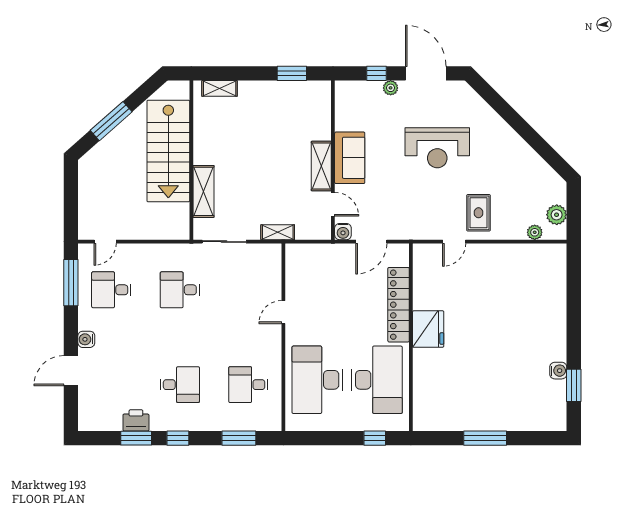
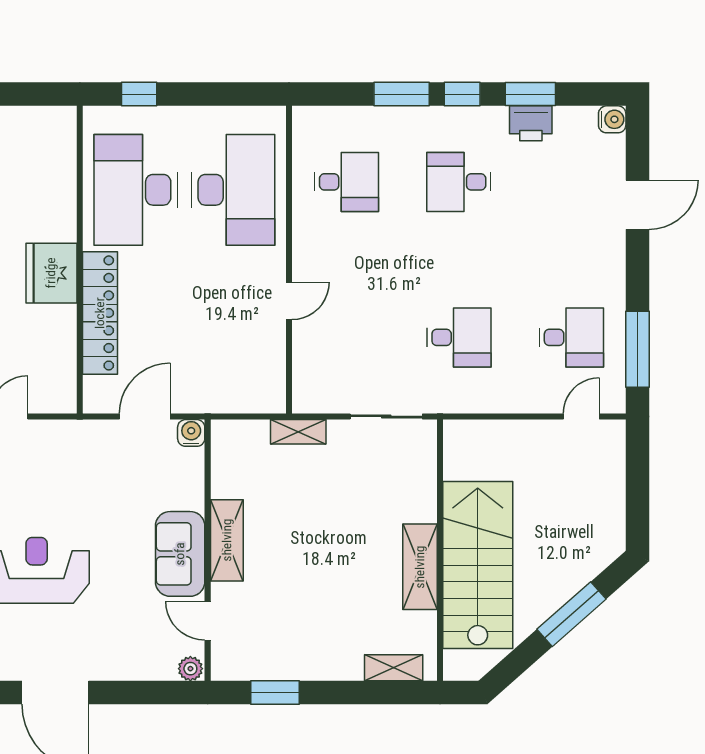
window: (376, 73) -> (136, 692), removed
plant: (391, 88) -> (190, 669), moved
shelving: (204, 191) -> (420, 567), moved
door: (333, 204) -> (208, 621), moved
water cooler: (86, 339) -> (612, 119), moved
window: (239, 438) -> (402, 94), moved

